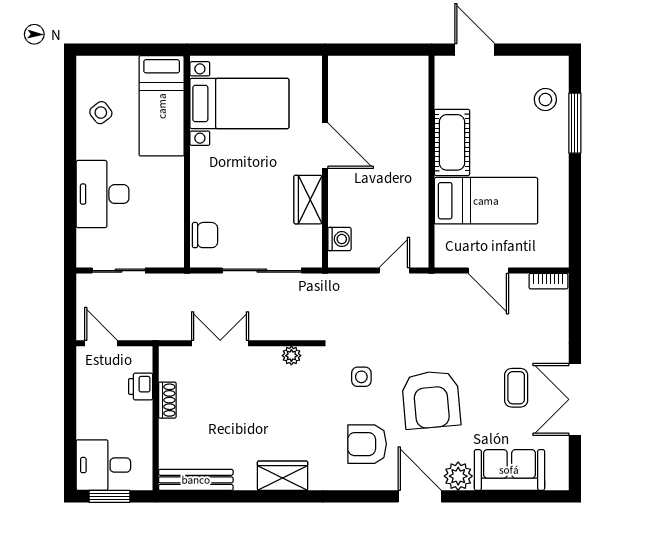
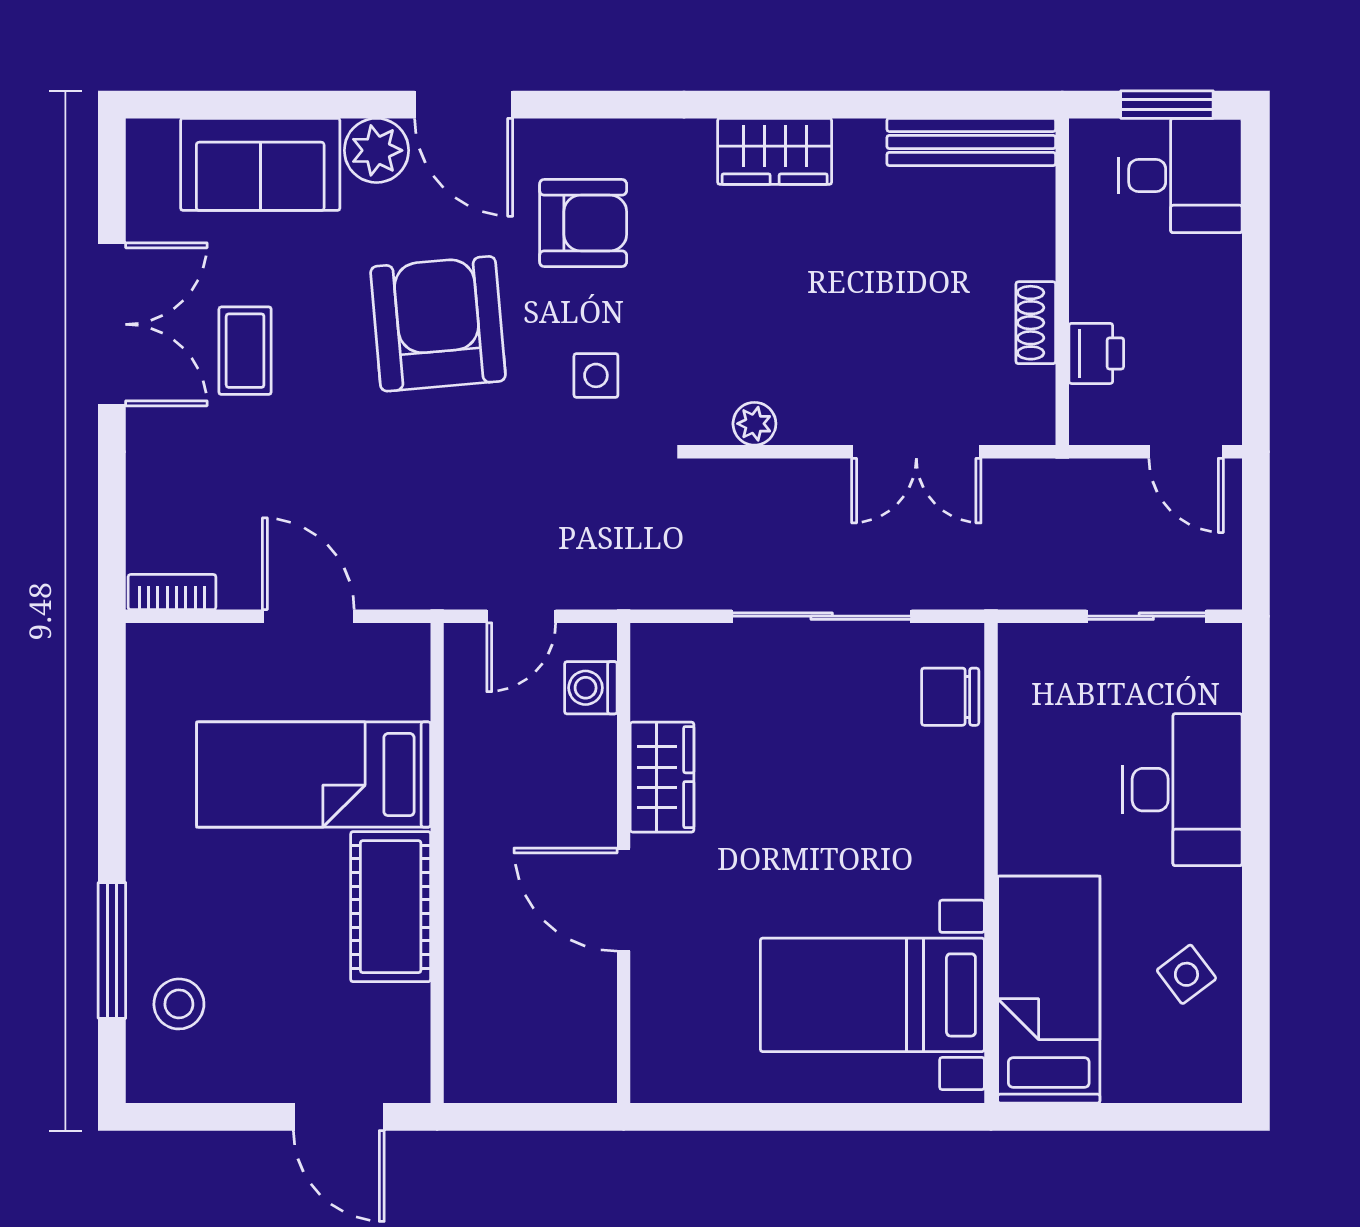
door: (325, 146) -> (624, 900), moved
wall: (325, 162) -> (624, 863), moved
wardrobe: (308, 200) -> (662, 777), moved
washing machine: (339, 239) -> (591, 688), moved

